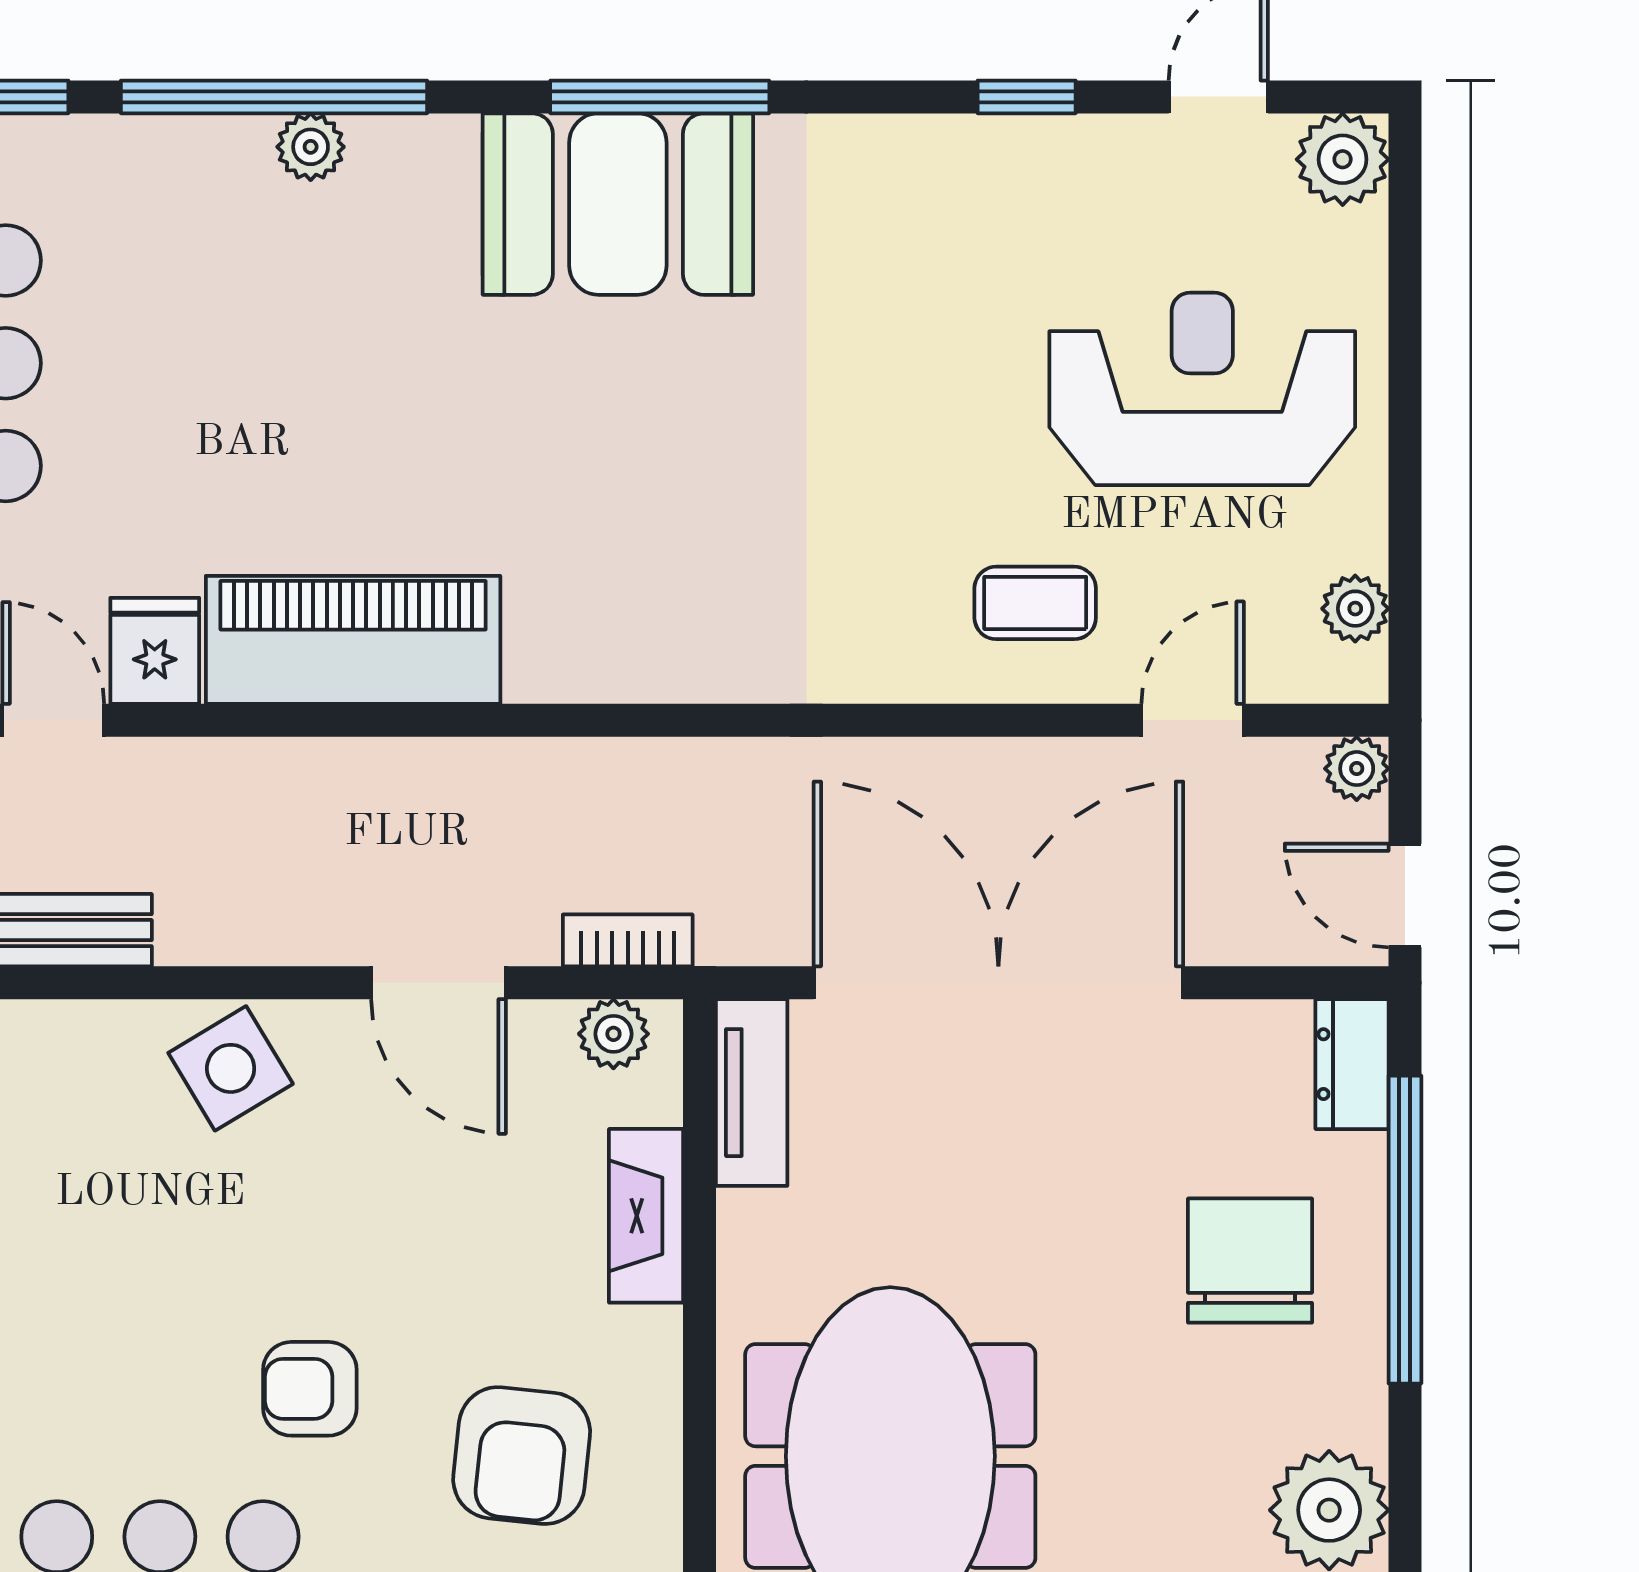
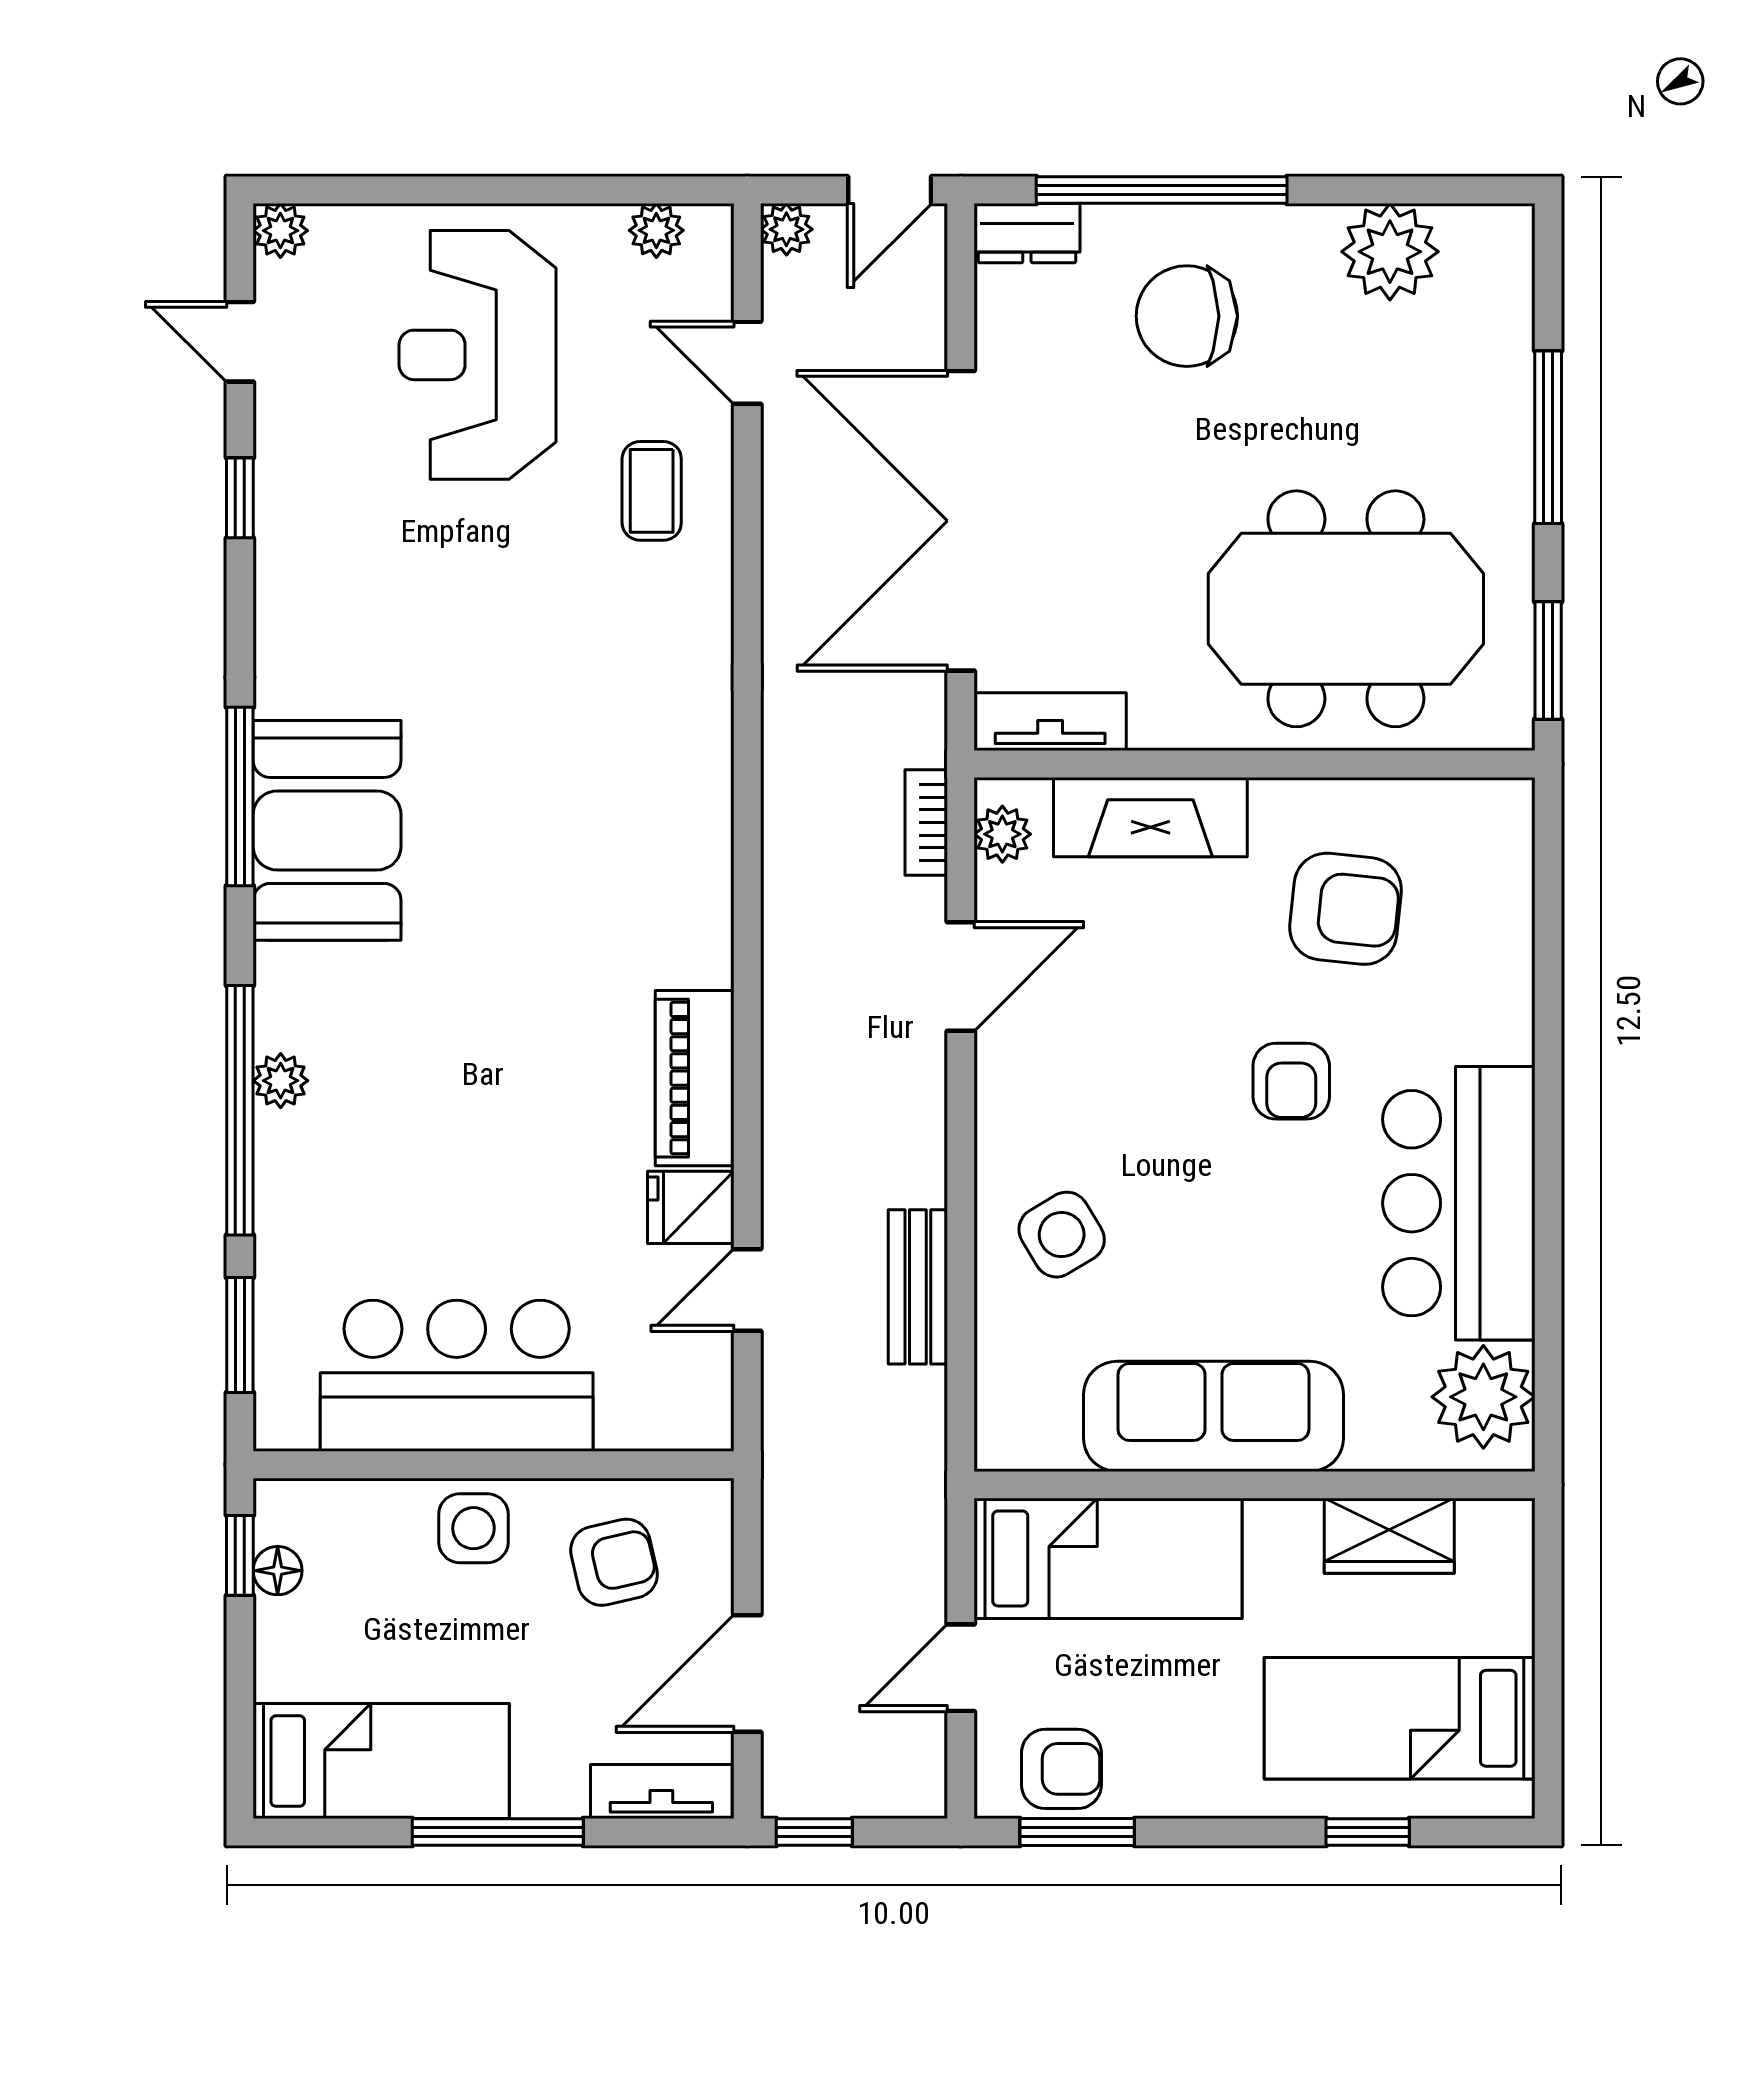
plant: (1343, 159) -> (280, 231), width x0.73, depth x0.73
piano: (353, 640) -> (695, 1078), width x0.73, depth x0.75
side table: (231, 1068) -> (1062, 1235), moved
fireplace: (646, 1216) -> (1150, 817), width x1.37, depth x1.32

